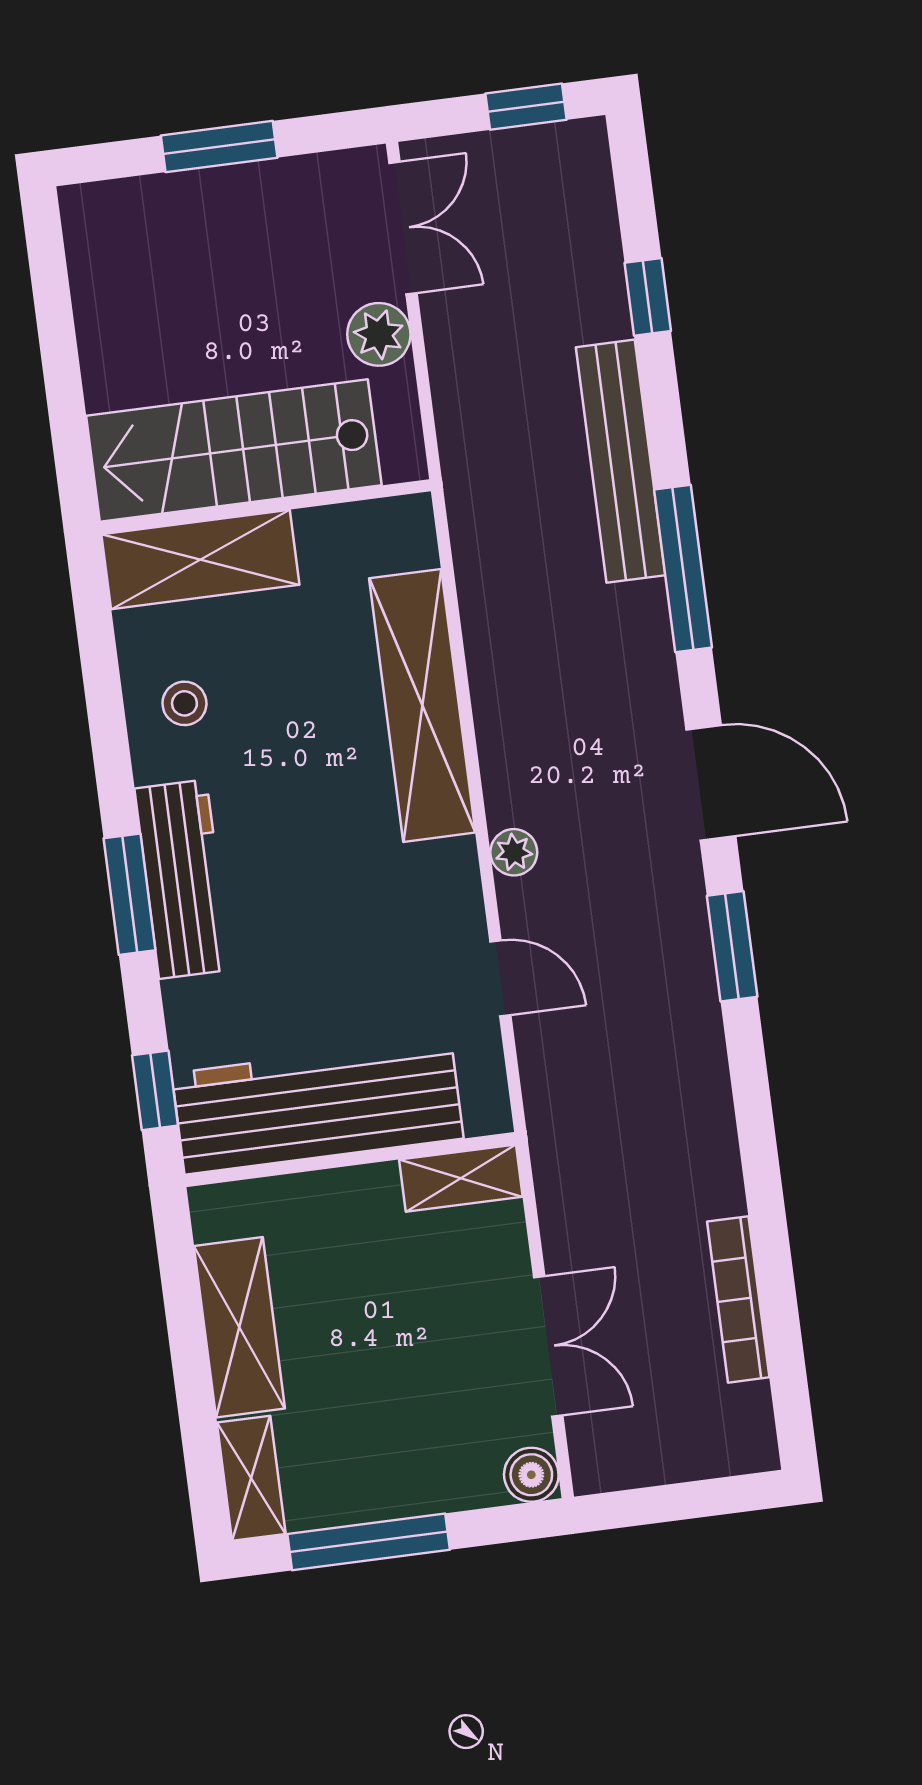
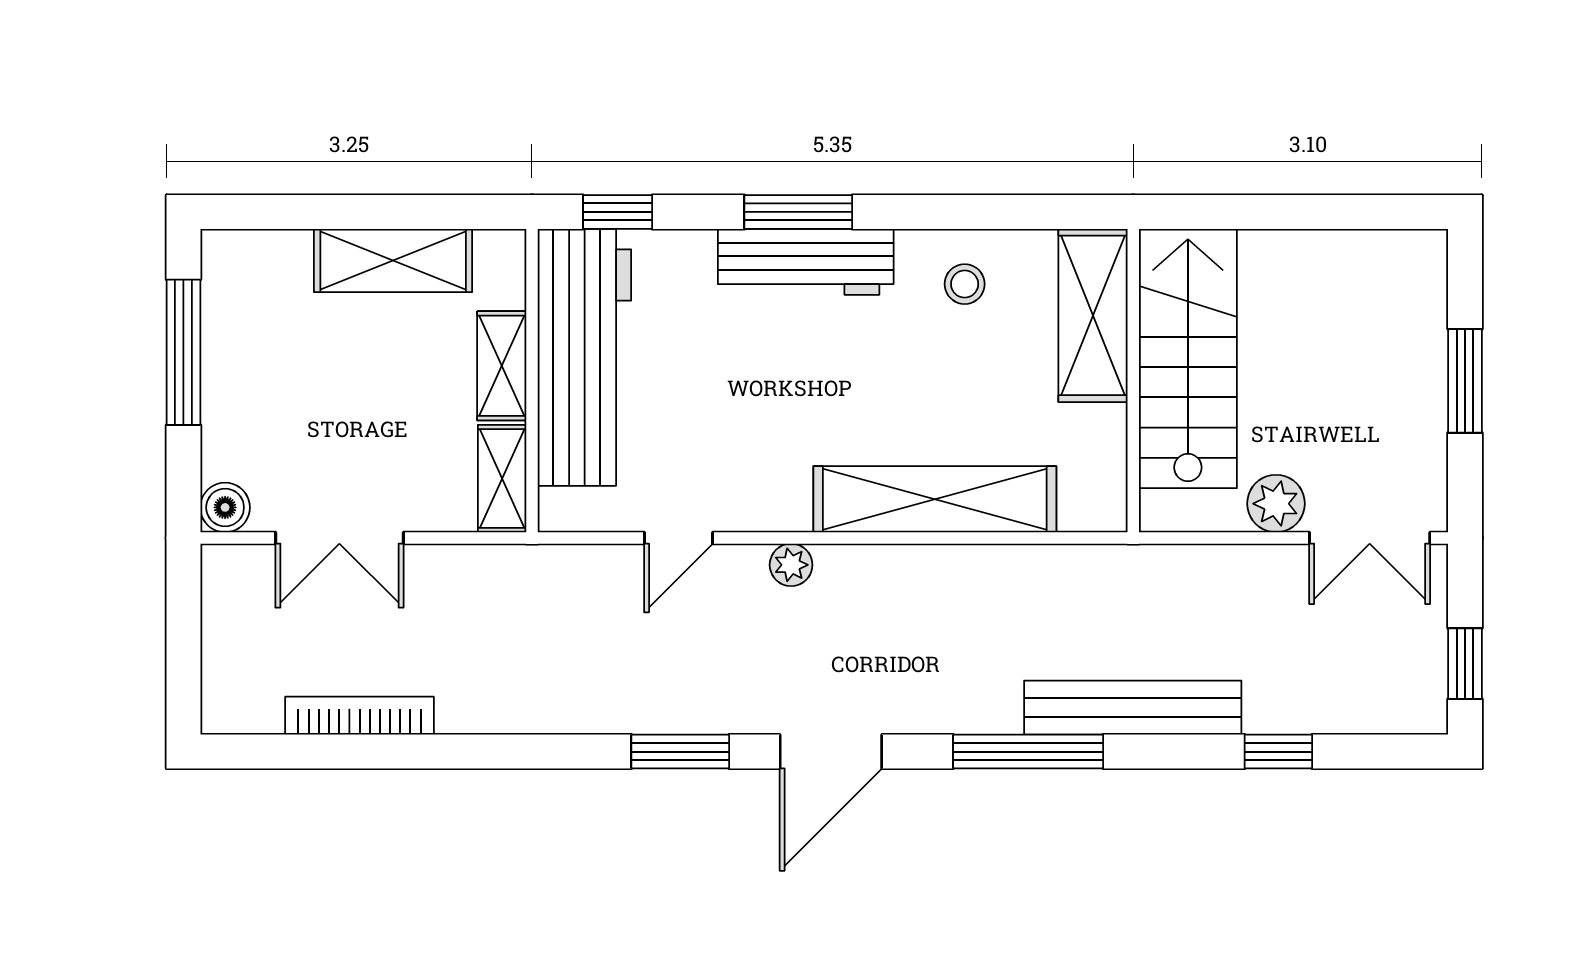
shelving: (251, 1478) -> (502, 366), moved, turned 90

